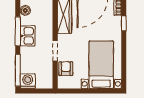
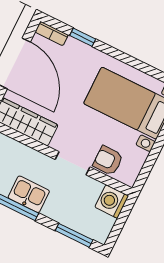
window: (18, 70) -> (74, 235), width x0.69
washing machine: (28, 81) -> (112, 201), moved

